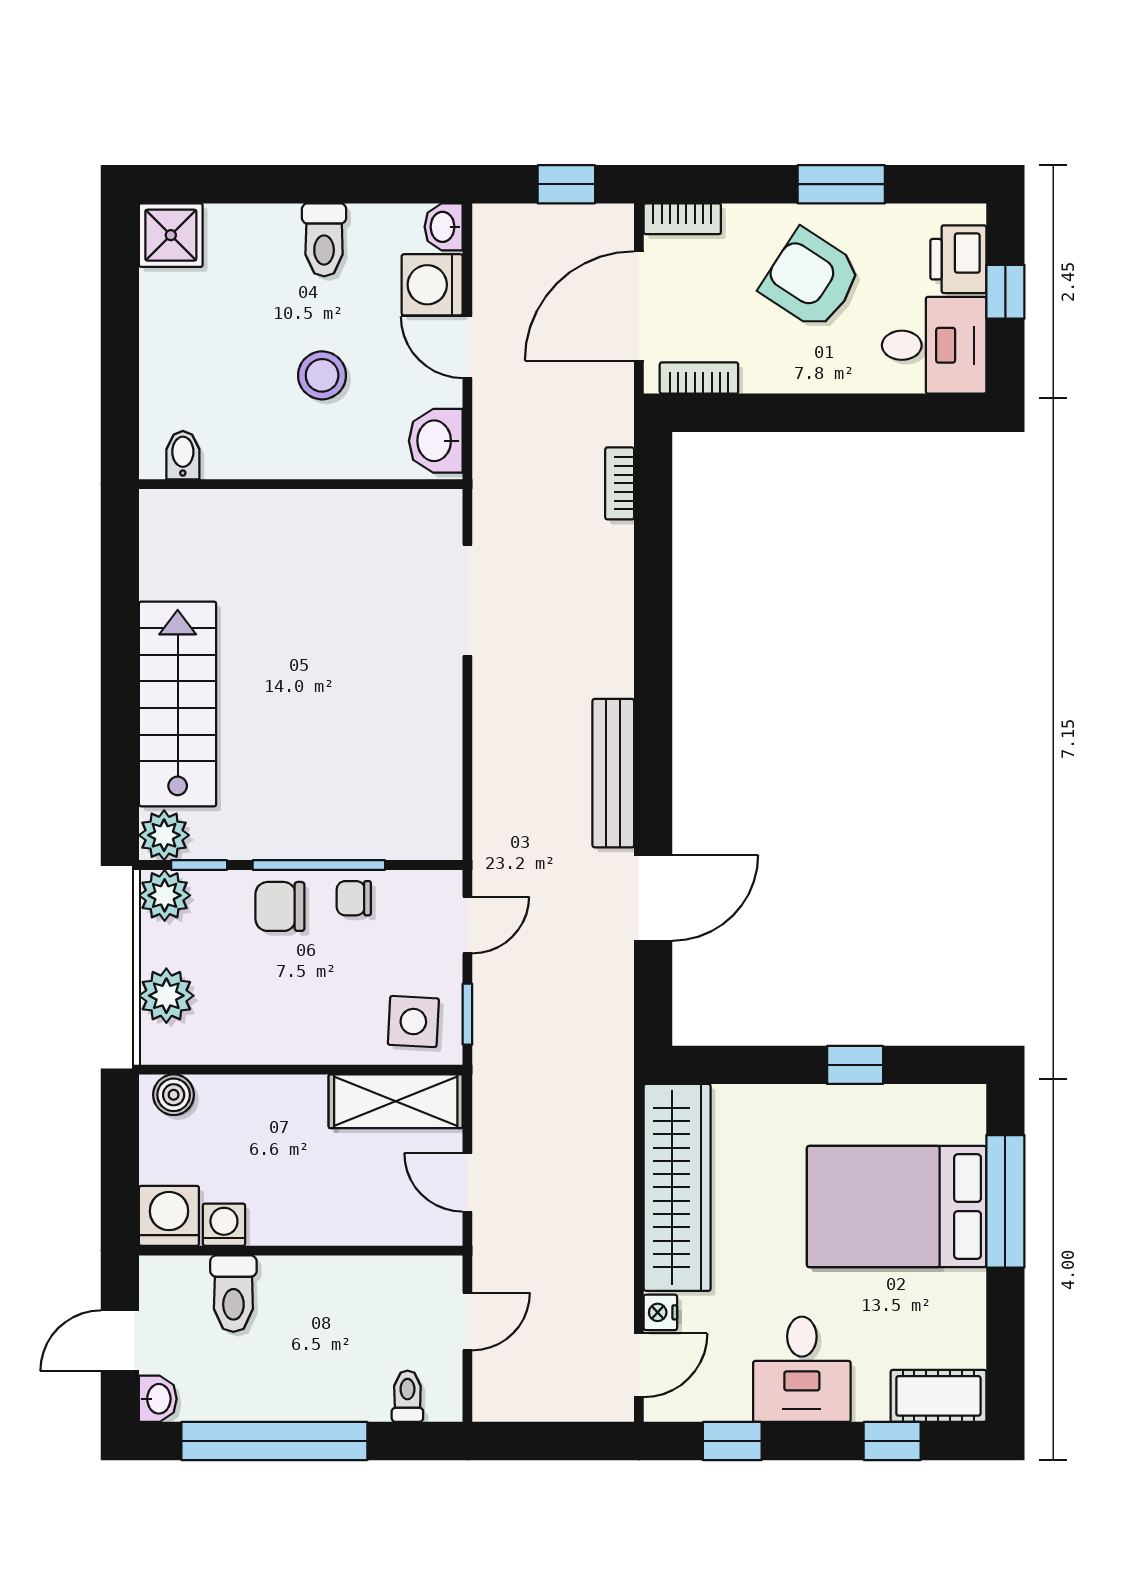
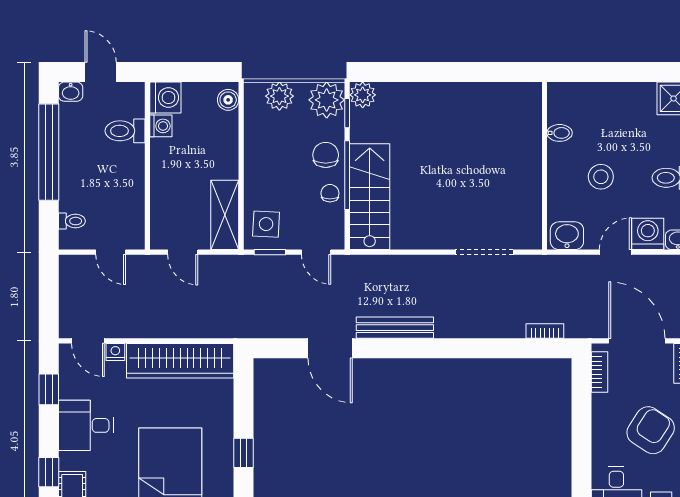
bidet: (183, 455) -> (560, 133), moved
stairs: (178, 704) -> (370, 197), moved, turned -90
plant: (165, 895) -> (327, 100), width x1.36, depth x1.36
door: (467, 1182) -> (183, 252), swing flipped

